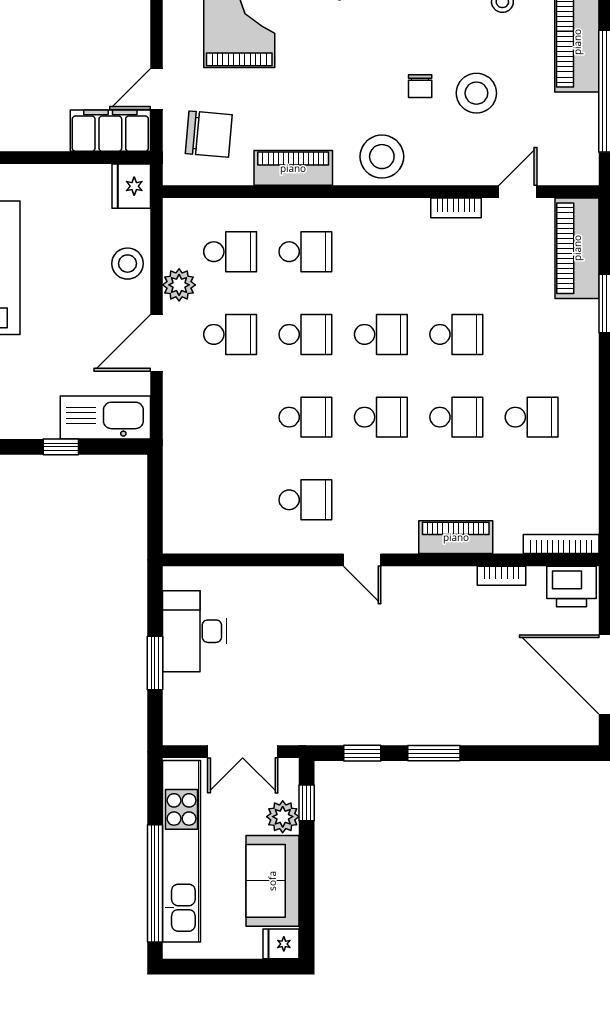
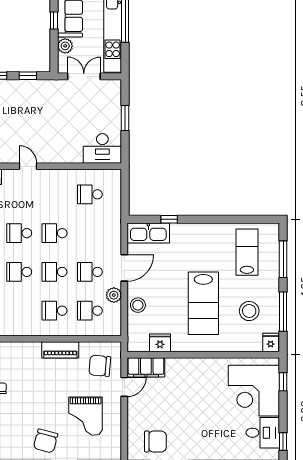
stool: (382, 157) -> (19, 355), removed
fridge: (131, 186) -> (160, 343), moved, turned -90
school desk: (305, 500) -> (90, 194), moved
desk: (195, 631) -> (102, 148), moved, turned 90
window: (307, 803) -> (54, 20), moved

